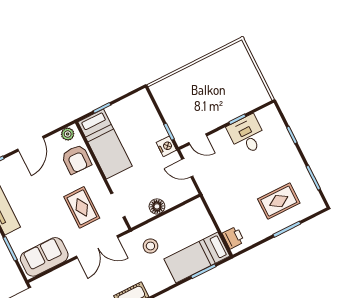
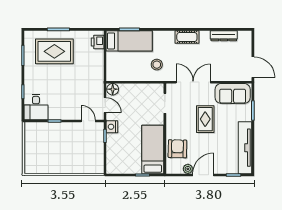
plant: (68, 134) -> (188, 169), moved
desk: (247, 135) -> (36, 107), moved
rug: (279, 201) -> (54, 51), width x1.36, depth x1.43
floor lamp: (157, 206) -> (113, 89), moved
rug: (82, 207) -> (205, 119), moved

